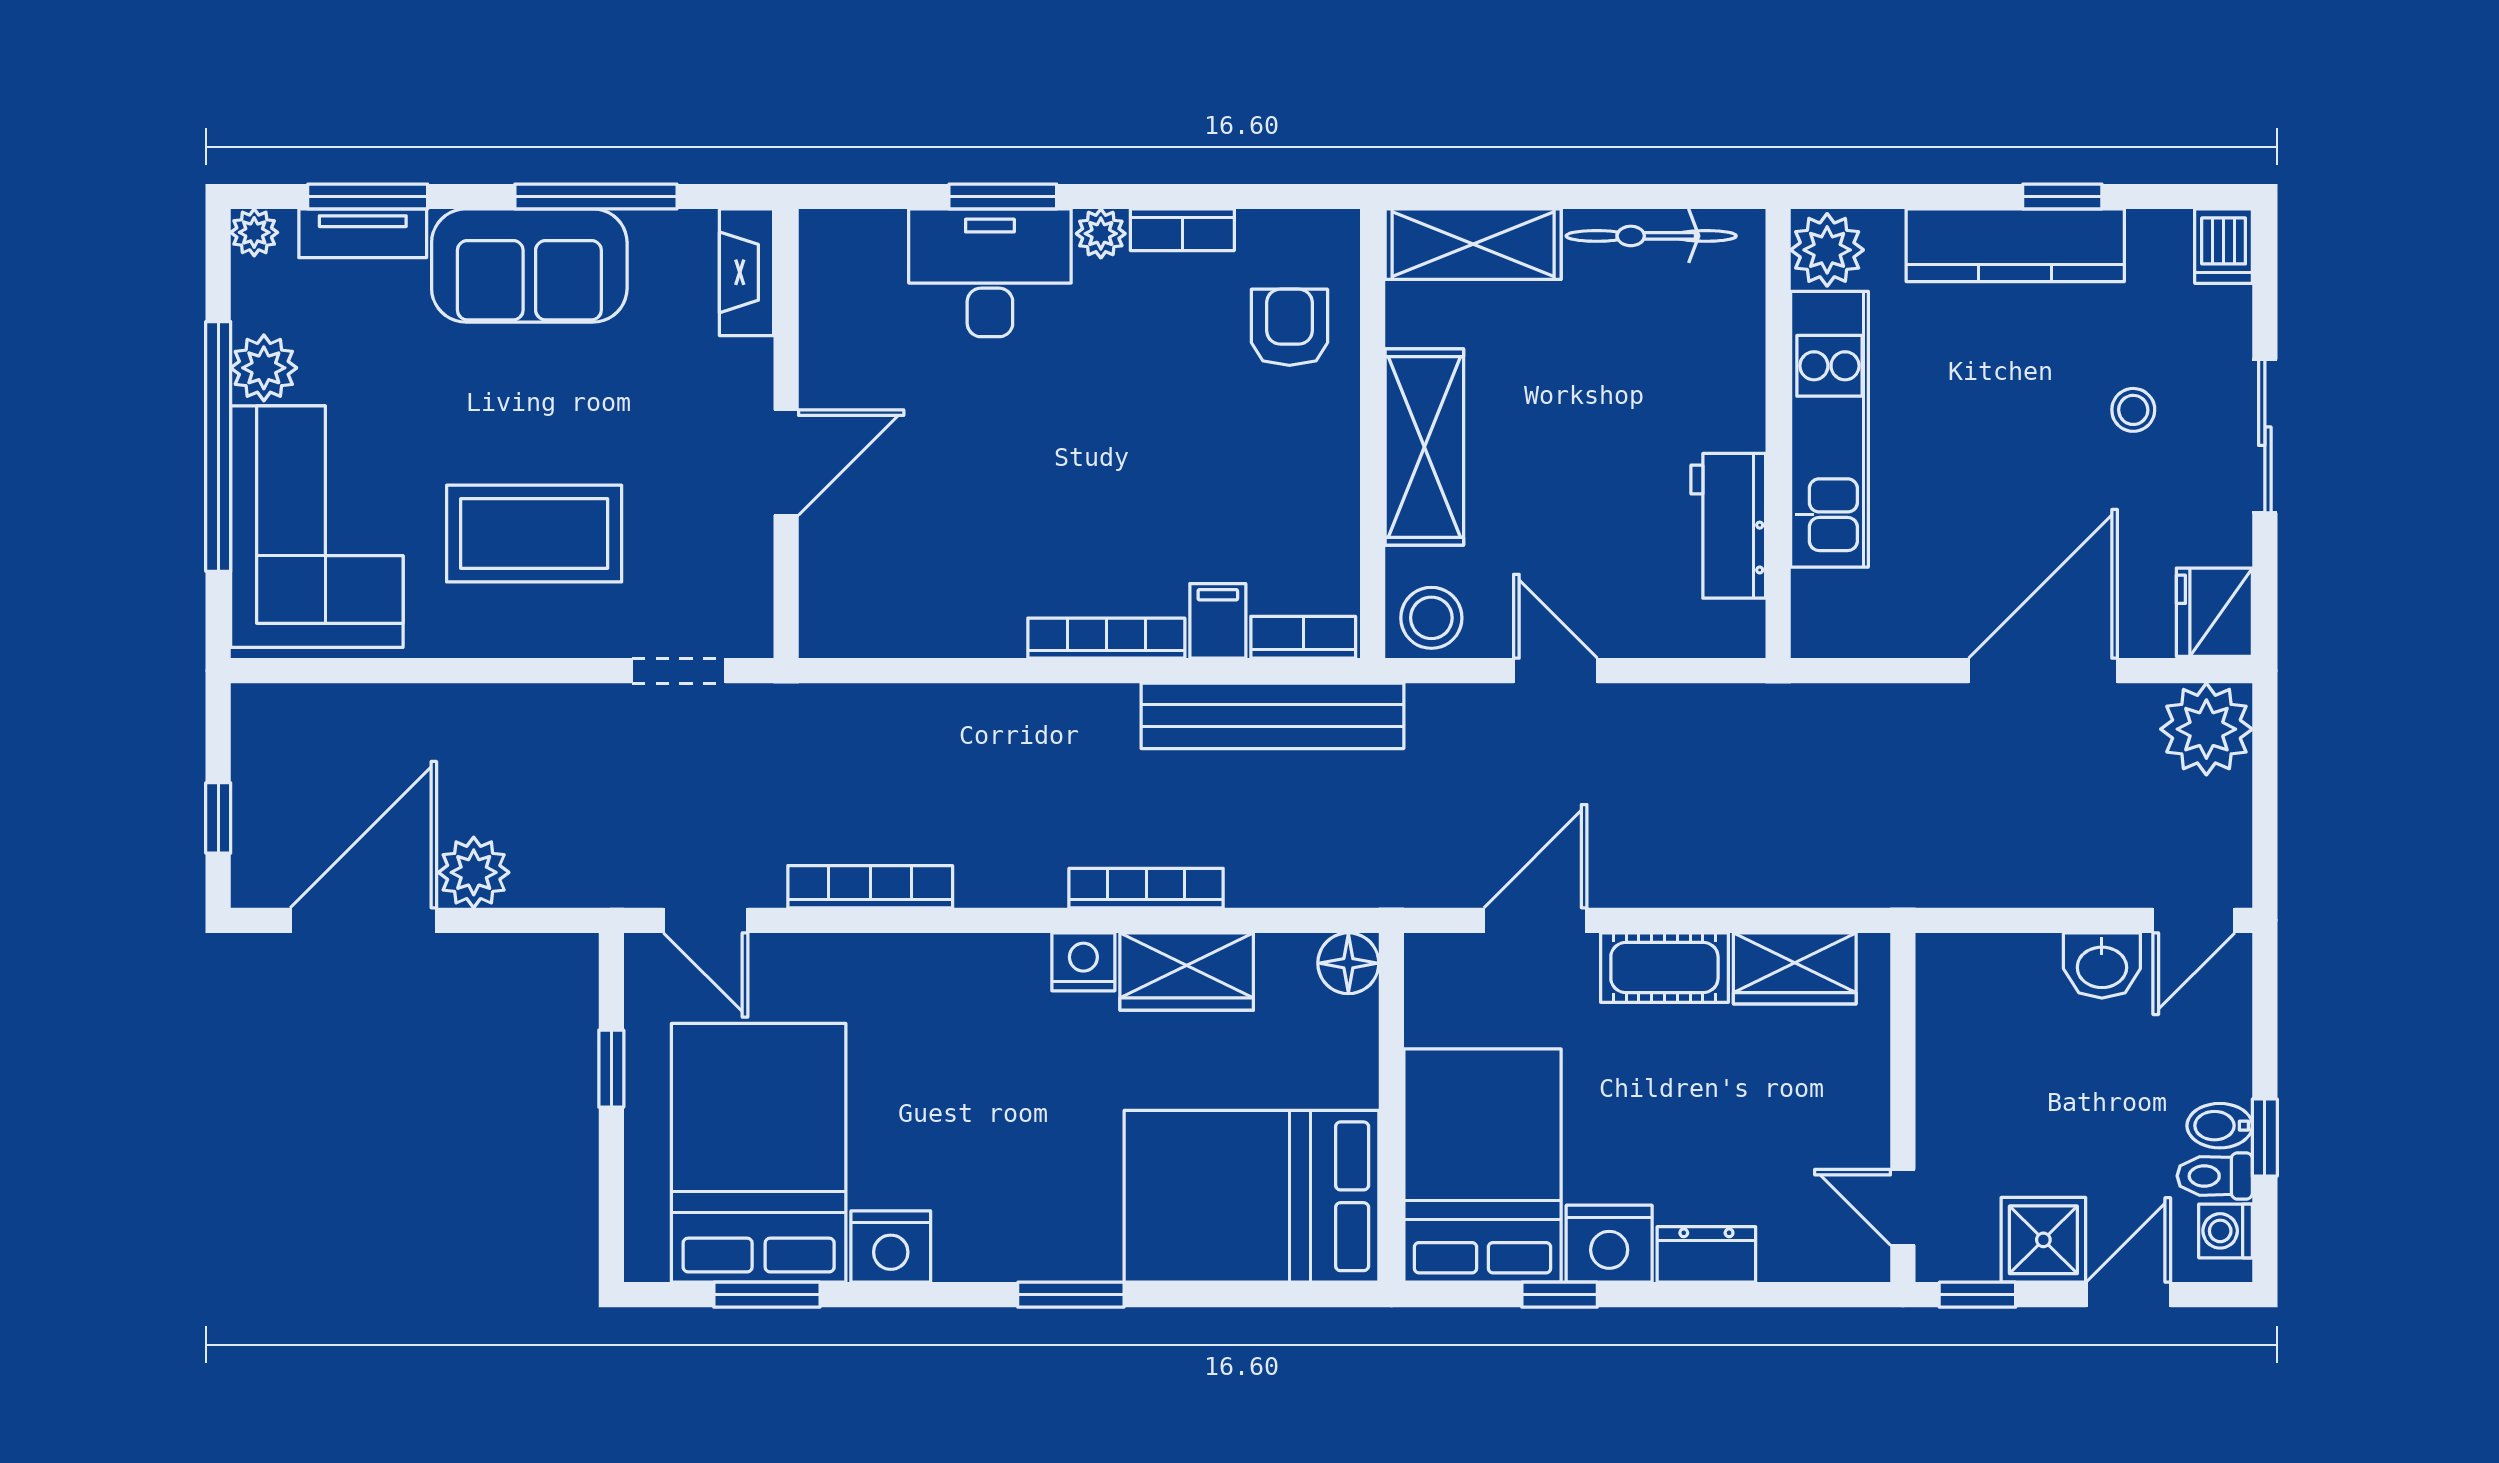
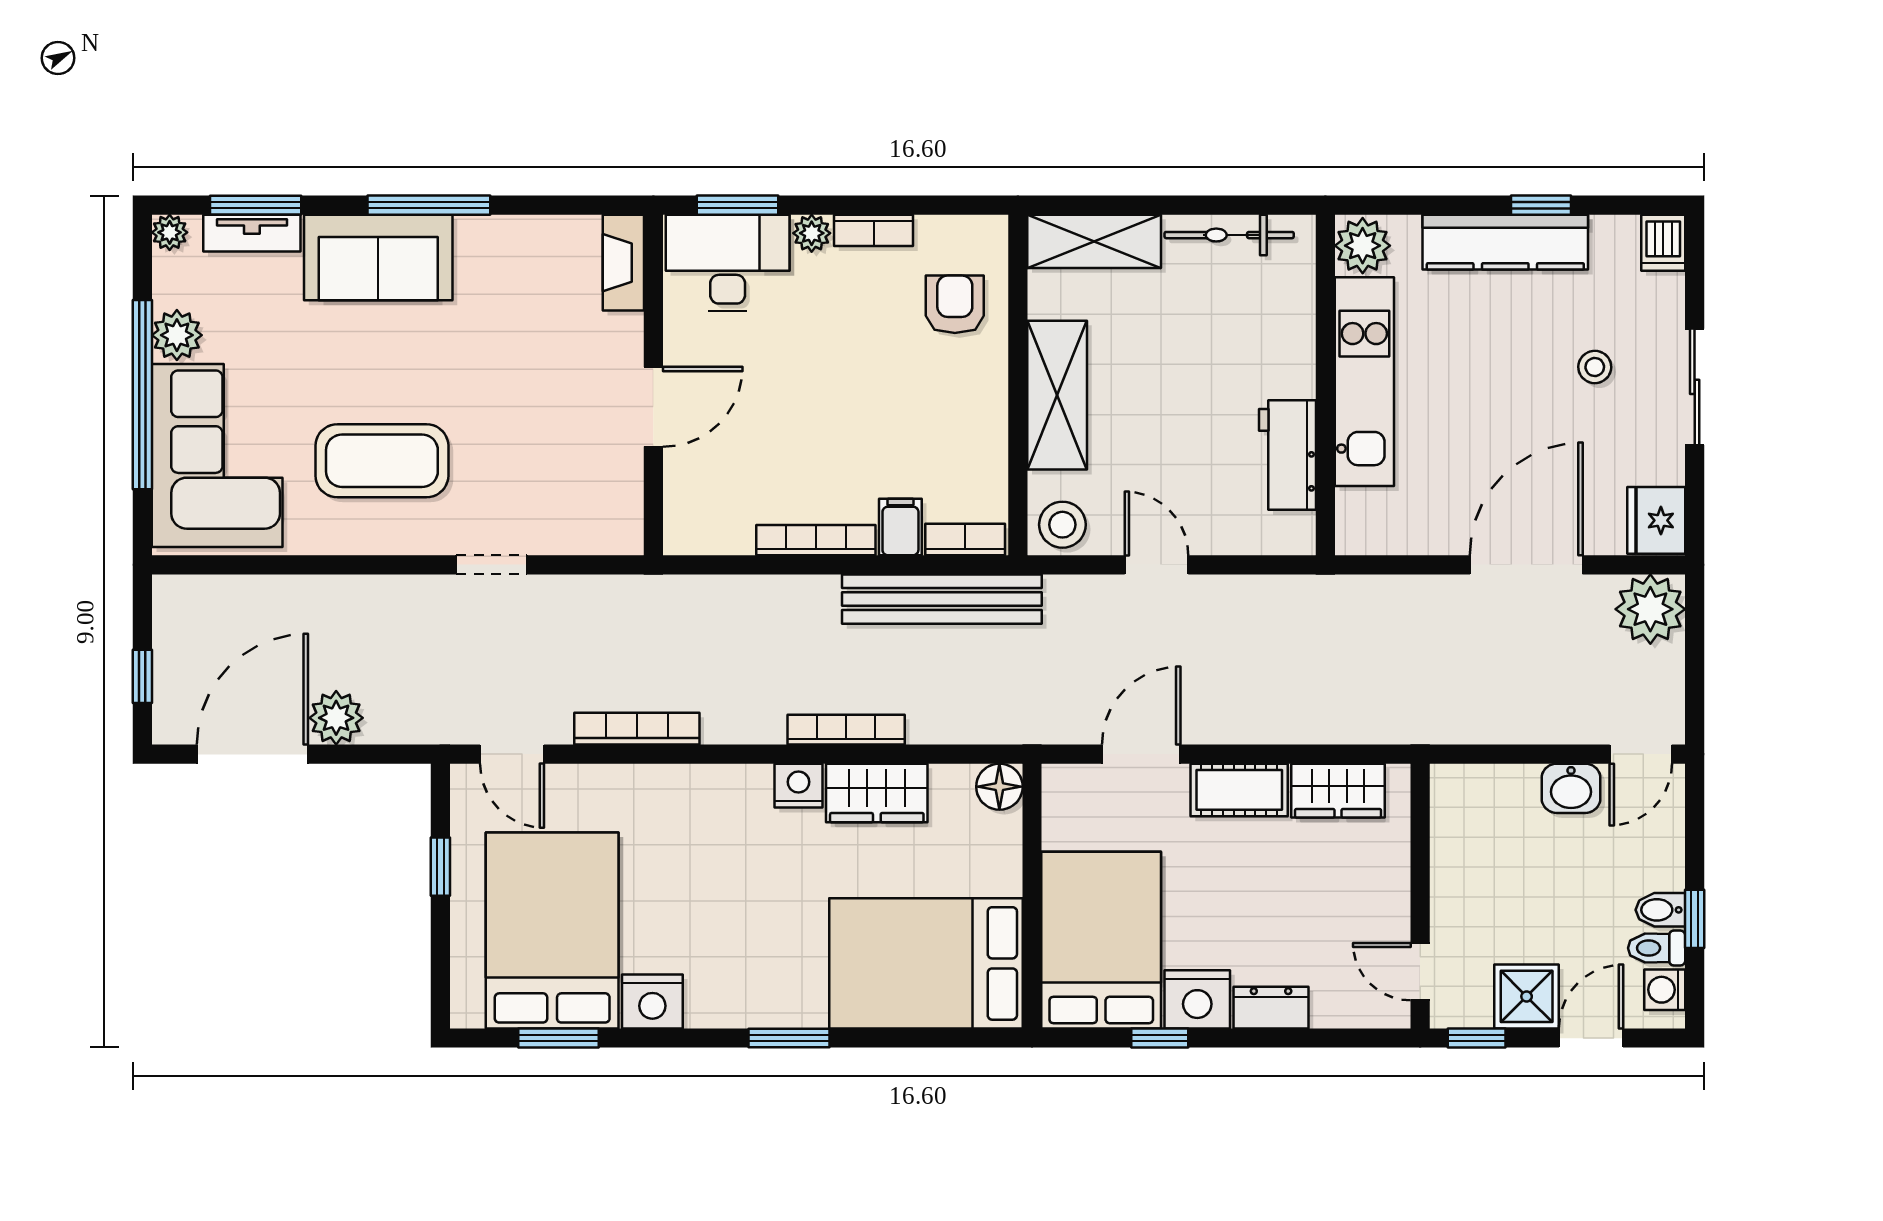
fireplace: (746, 272) -> (623, 263), moved
wall: (786, 434) -> (653, 385), moved
door: (786, 462) -> (653, 407), moved

